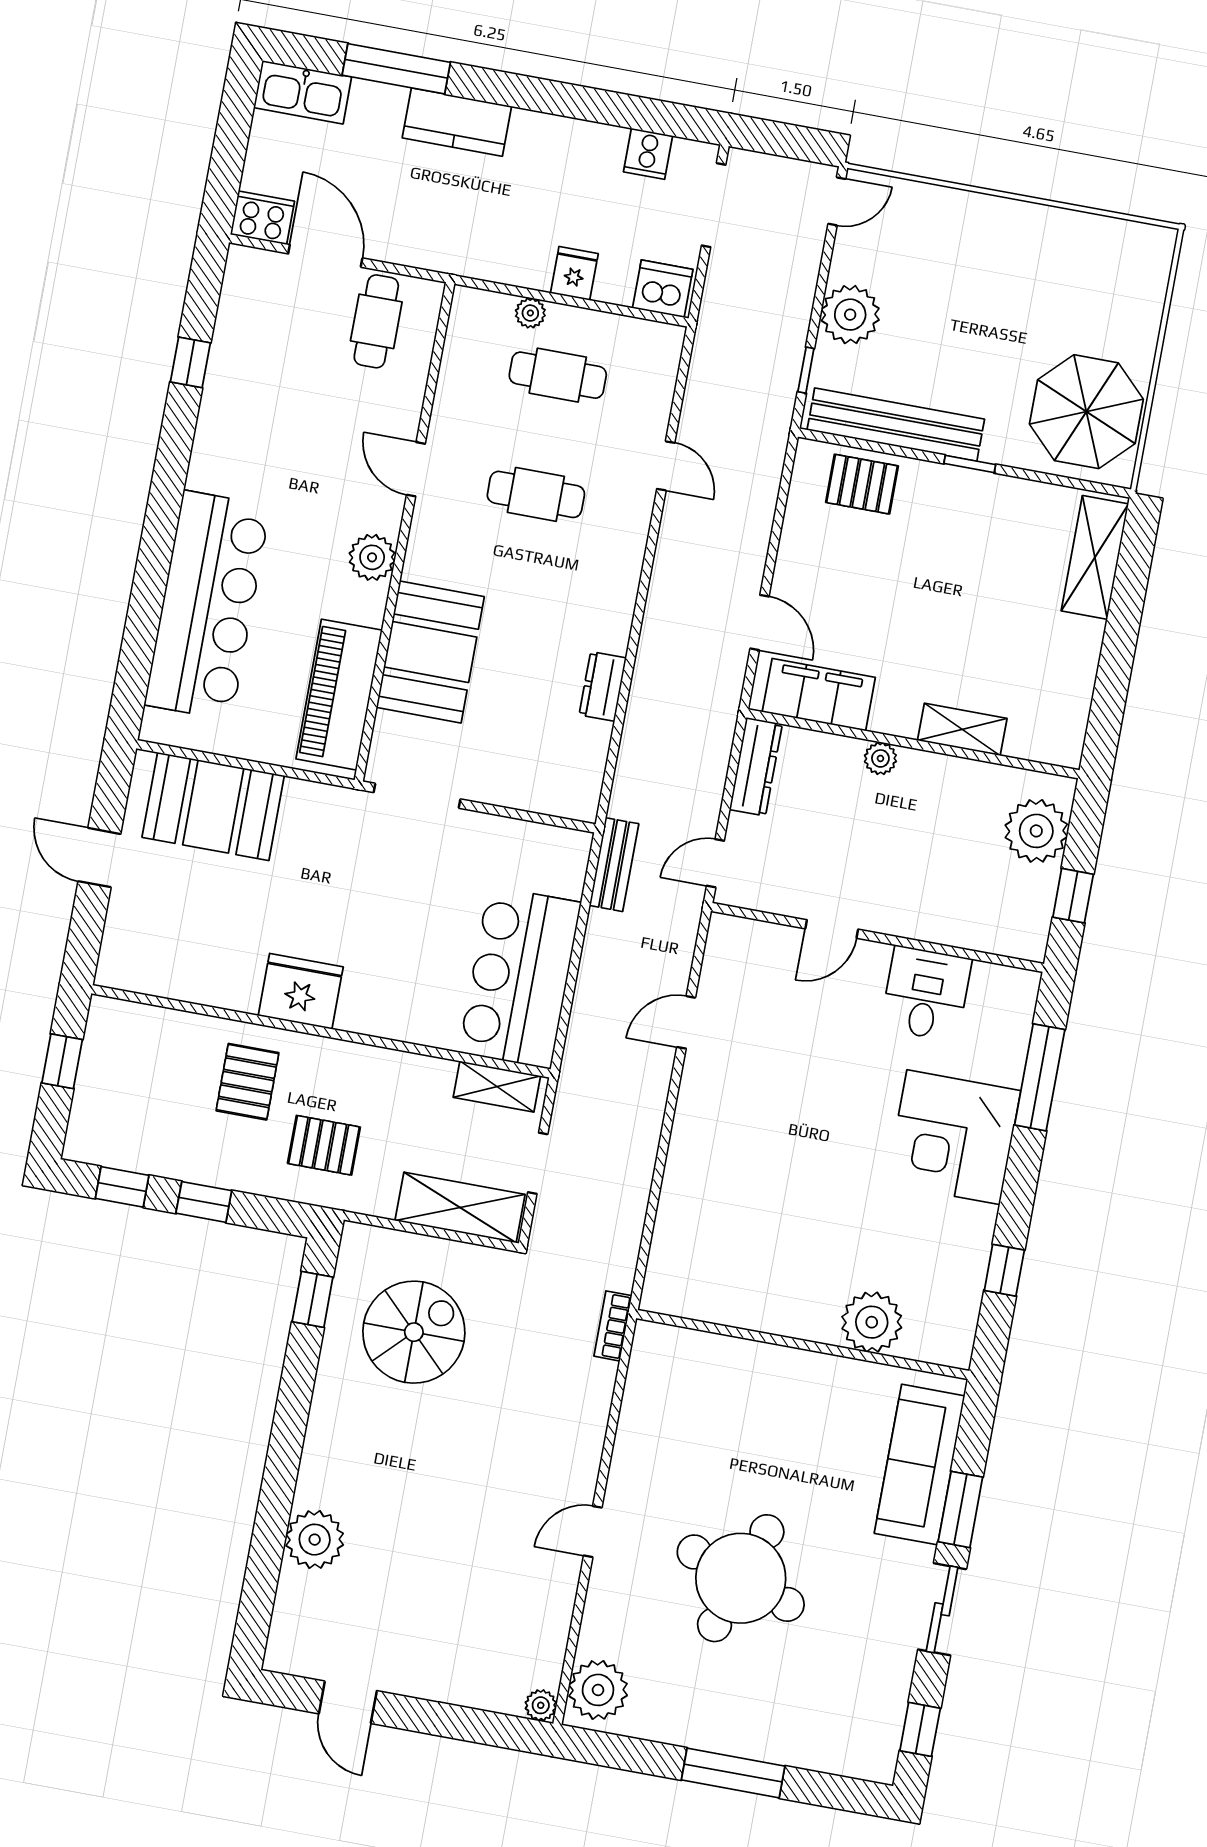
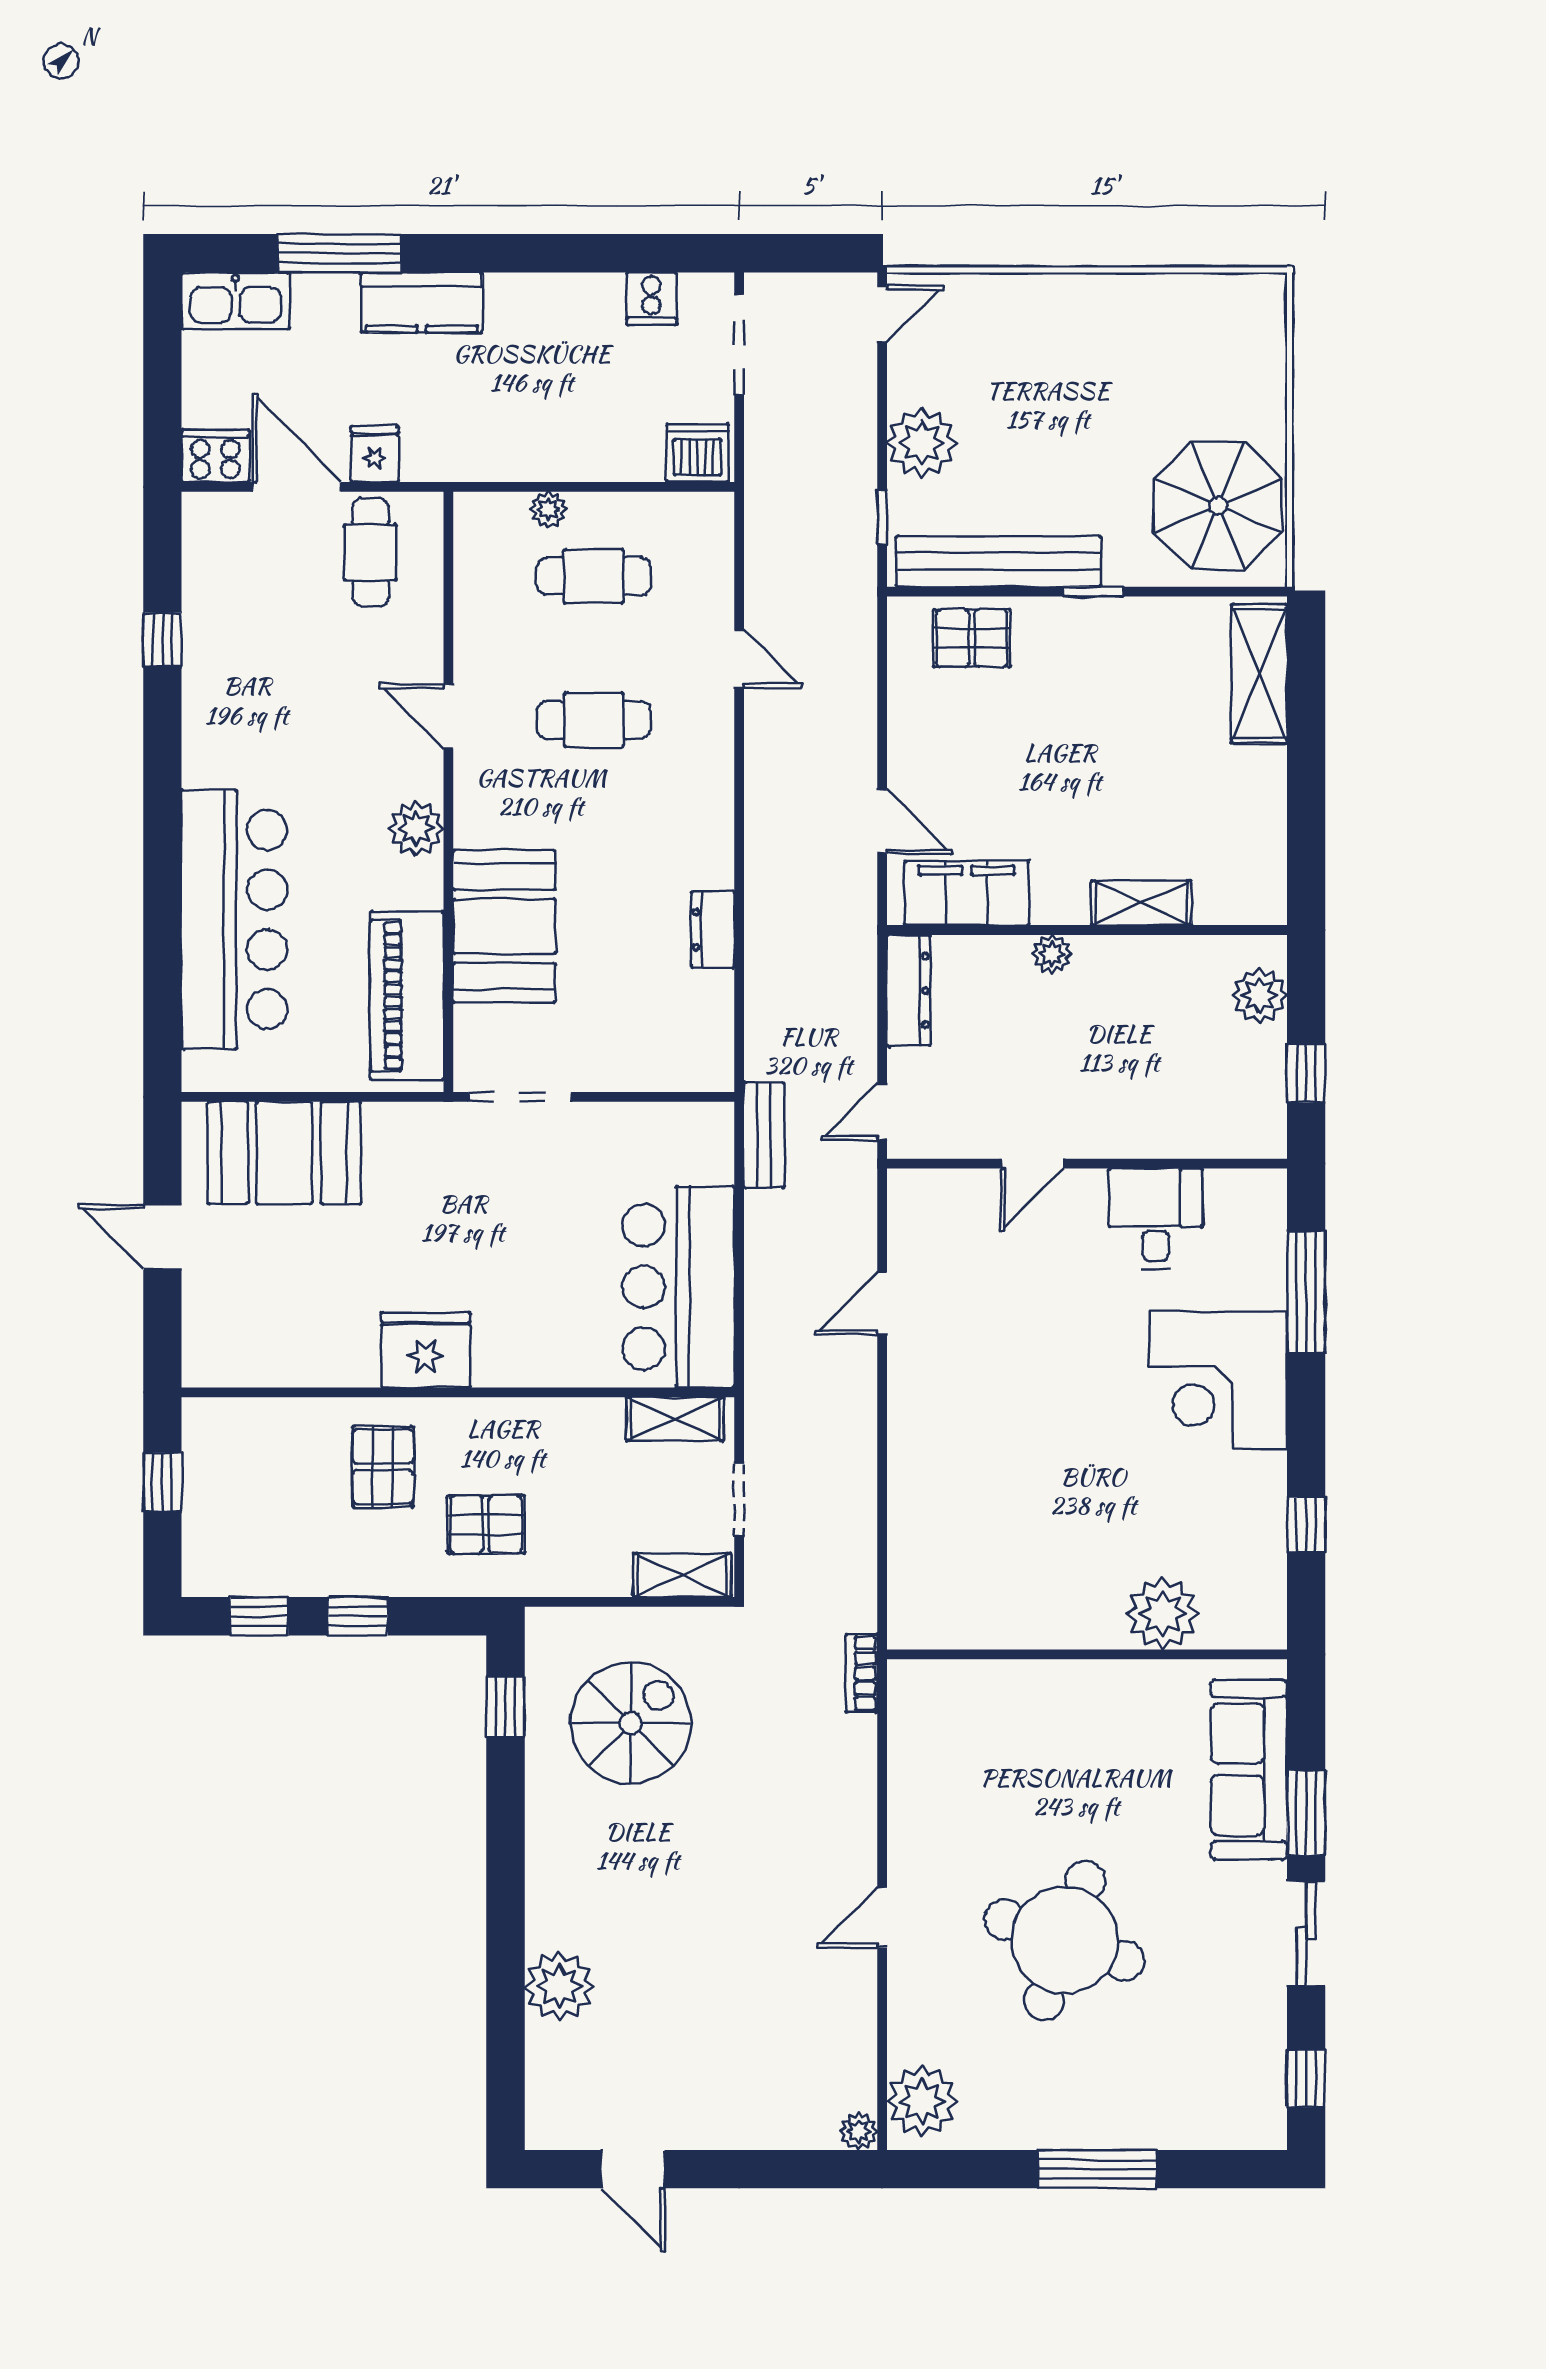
fridge: (574, 273) -> (375, 454), moved
plant: (1036, 831) -> (1259, 995), width x0.73, depth x0.73
shelving: (460, 1207) -> (682, 1575), width x0.67, depth x0.75

